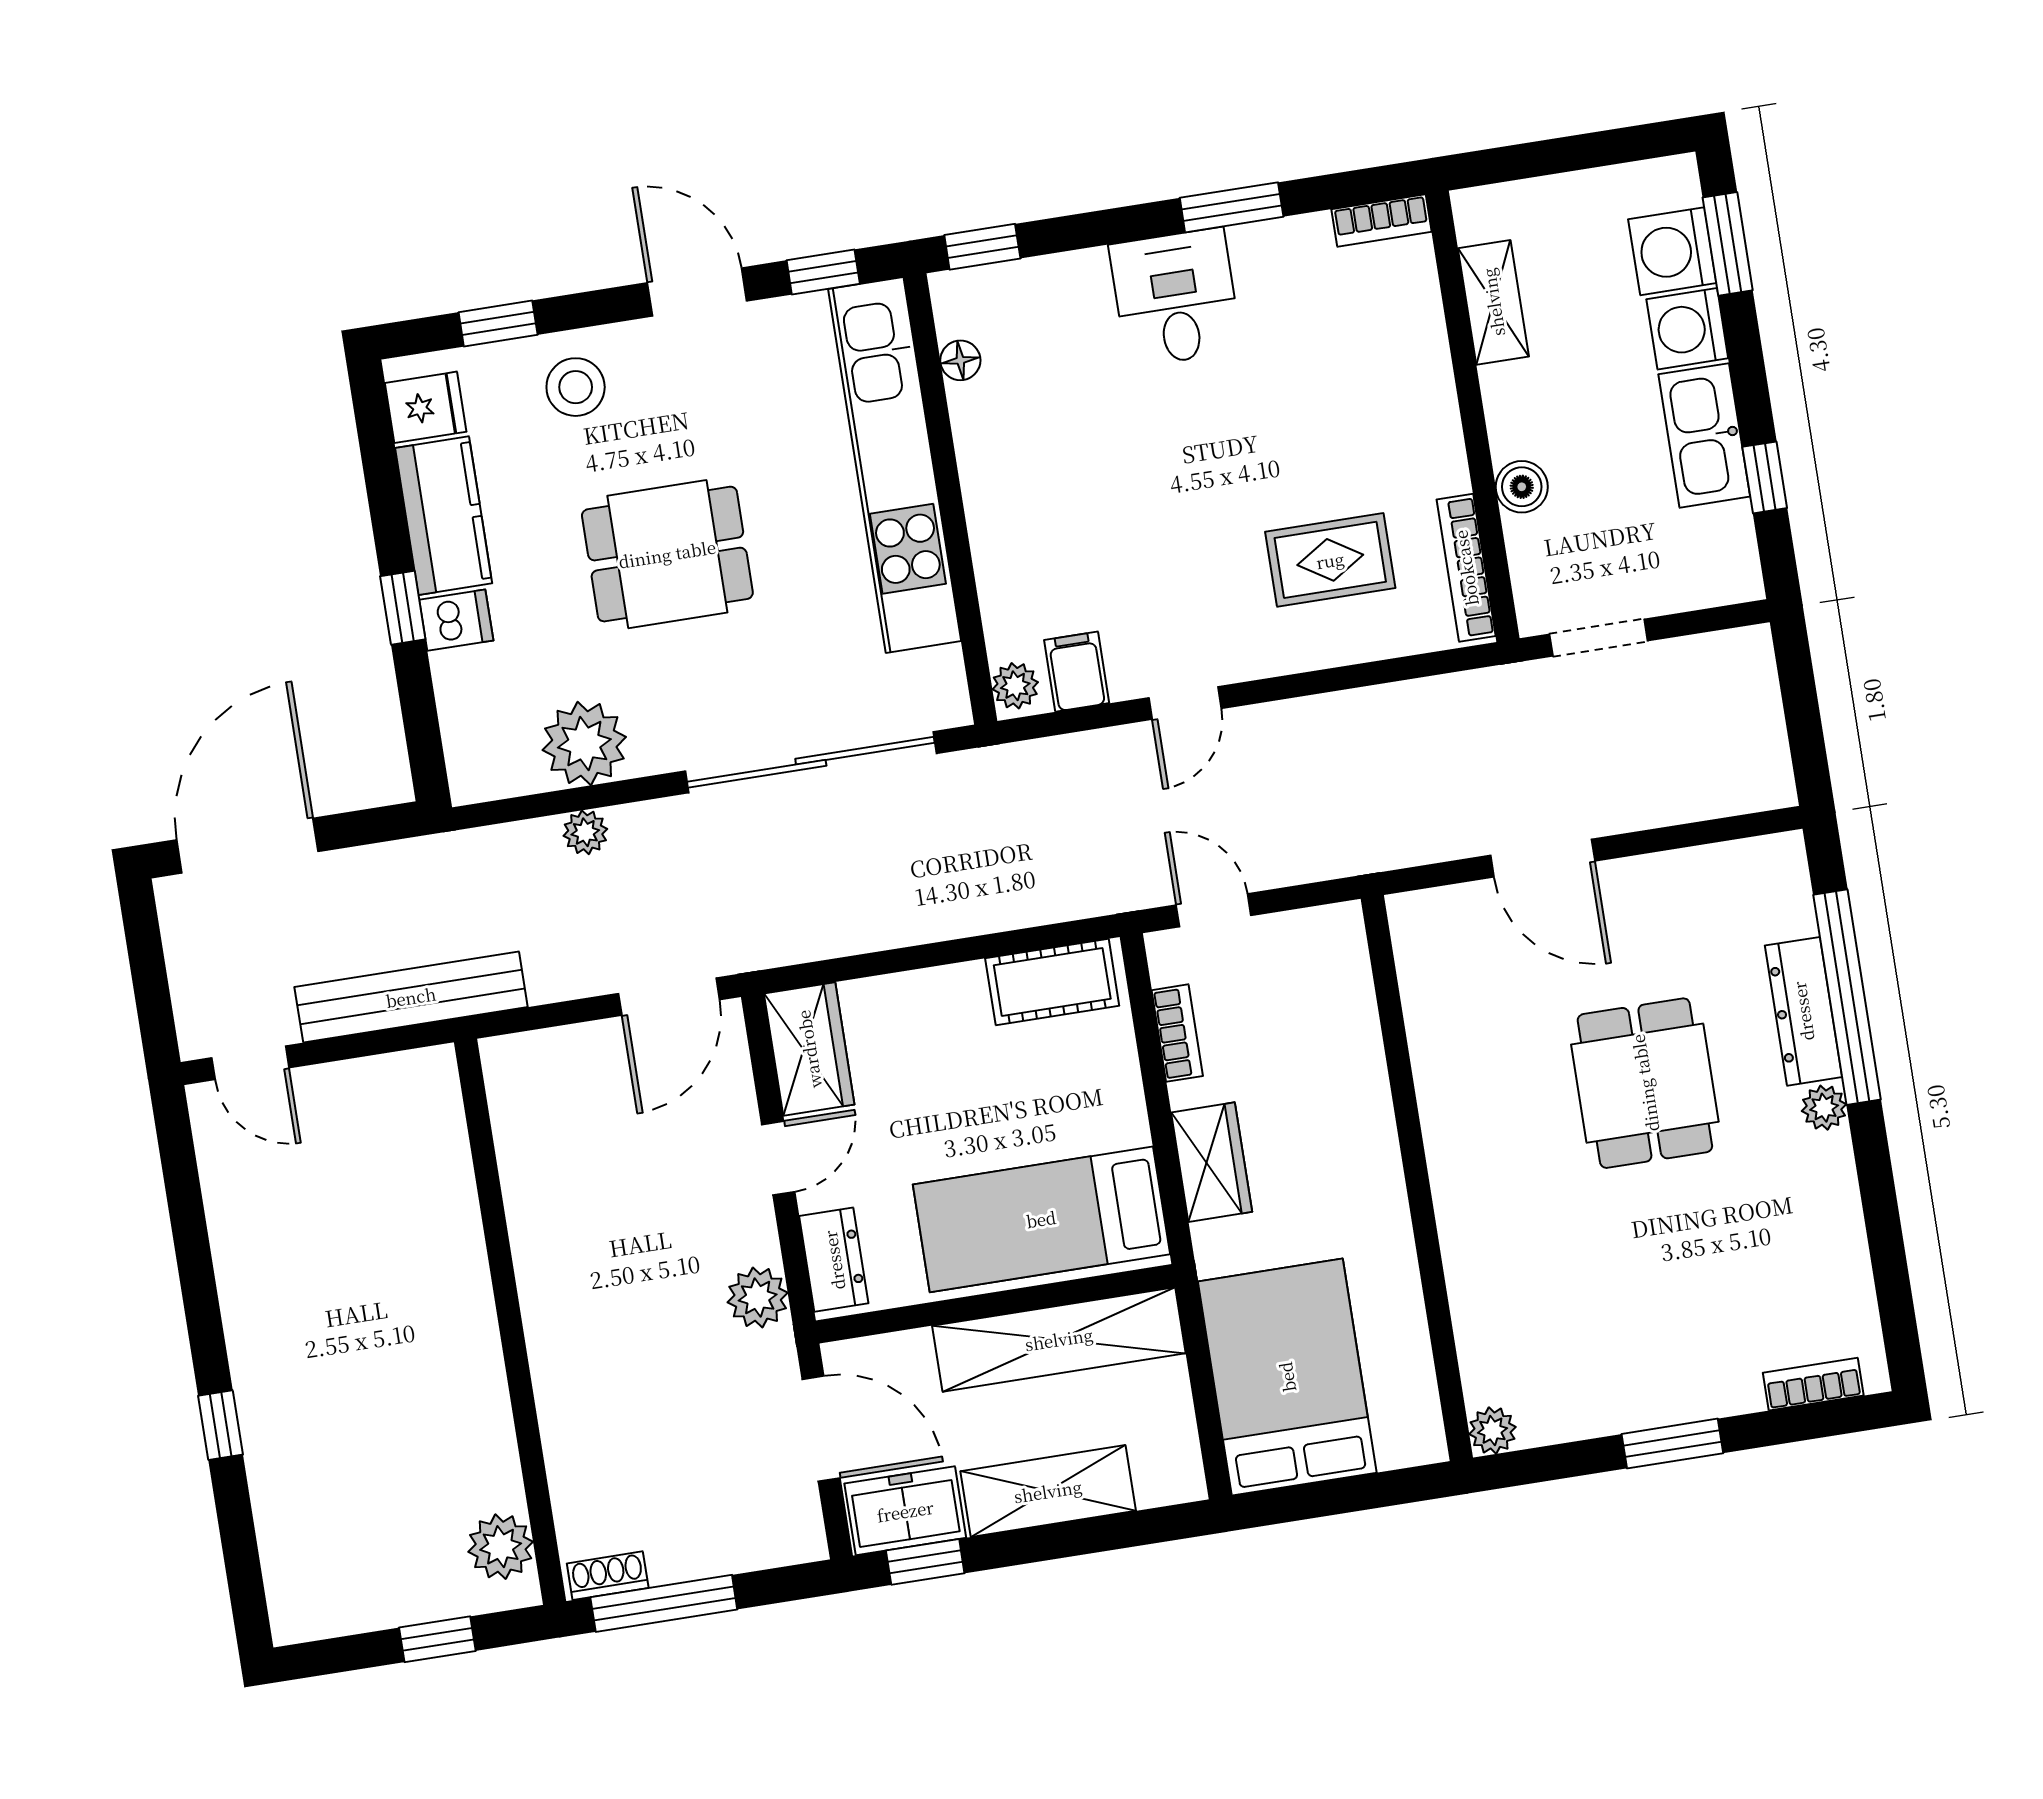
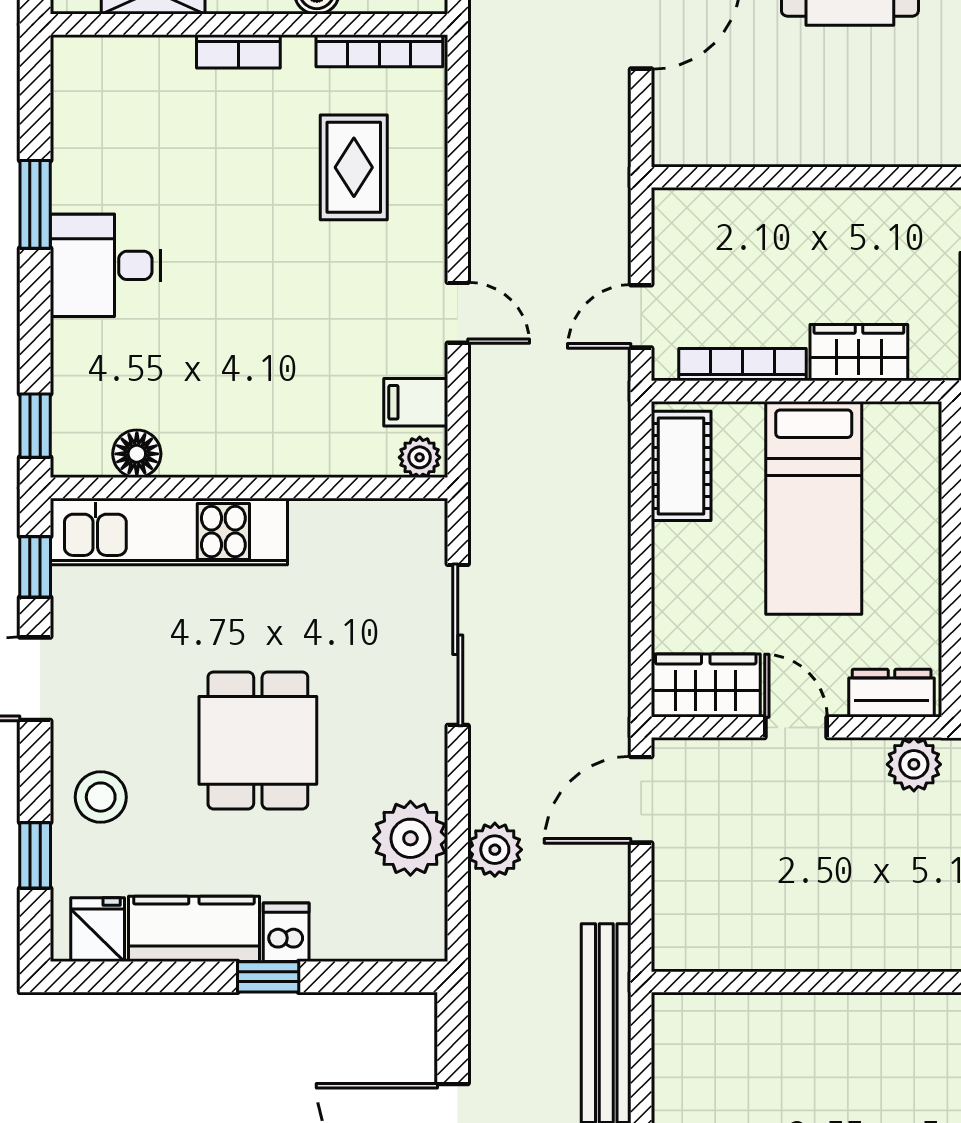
bookcase: (1382, 221) -> (238, 51), moved, turned 90
floor lamp: (960, 360) -> (137, 454), width x1.37, depth x1.37
kitchen unit: (895, 465) -> (169, 531), width x0.73
sliding door: (811, 762) -> (458, 645), width x0.73
plant: (585, 832) -> (495, 850), width x1.38, depth x1.38
door: (669, 997) -> (641, 800), swing flipped
bookcase: (1177, 1033) -> (742, 365), width x1.56
bed: (1041, 1219) -> (814, 508), moved

